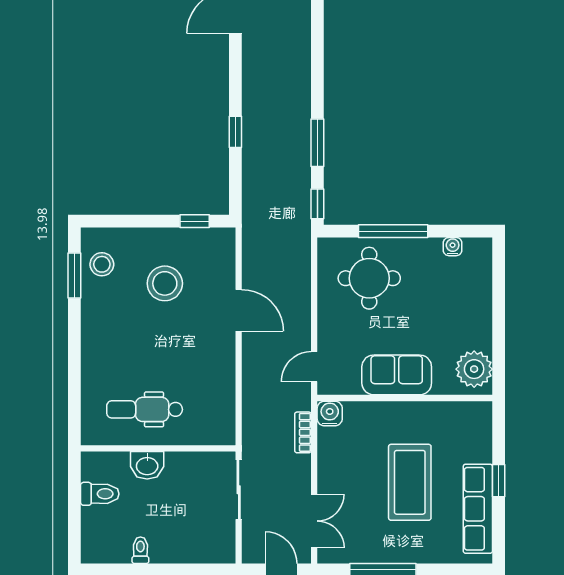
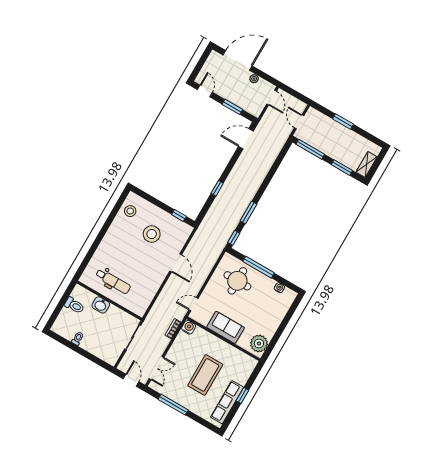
window: (74, 276) -> (116, 209), removed
dental chair: (145, 409) -> (113, 281), turned 180

